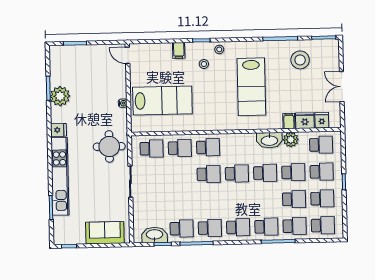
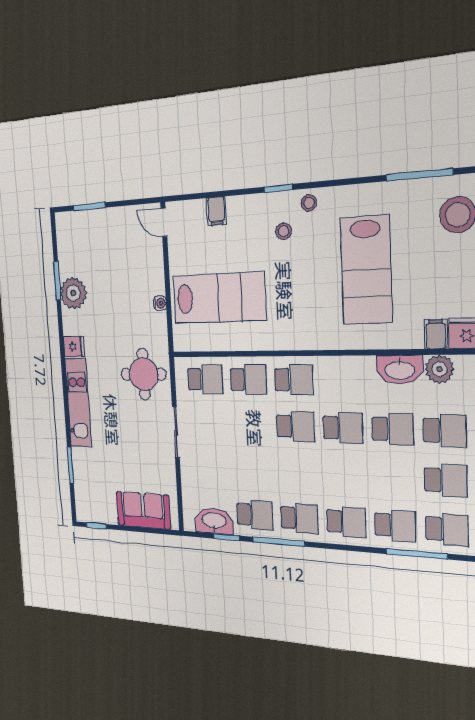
filing cabinet: (179, 50) -> (216, 211), moved
kitchen unit: (60, 176) -> (78, 403), width x0.73

